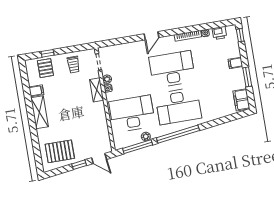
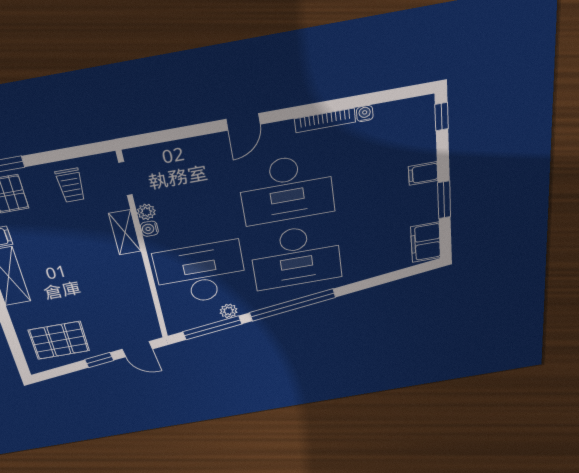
printer: (220, 33) -> (396, 113), removed
desk: (172, 69) -> (286, 189), turned 180

